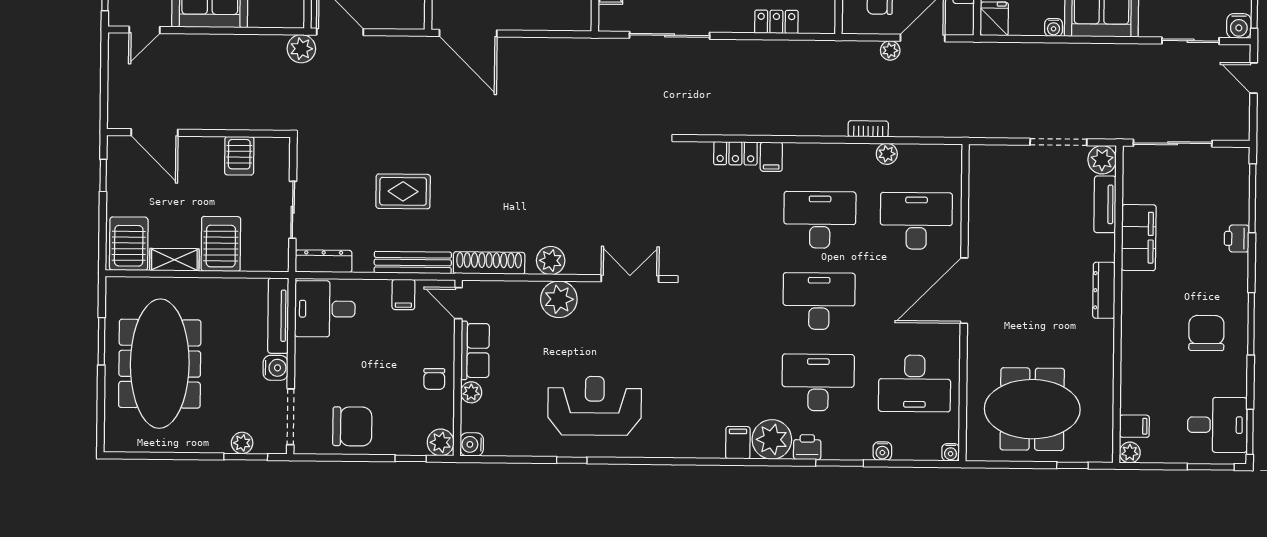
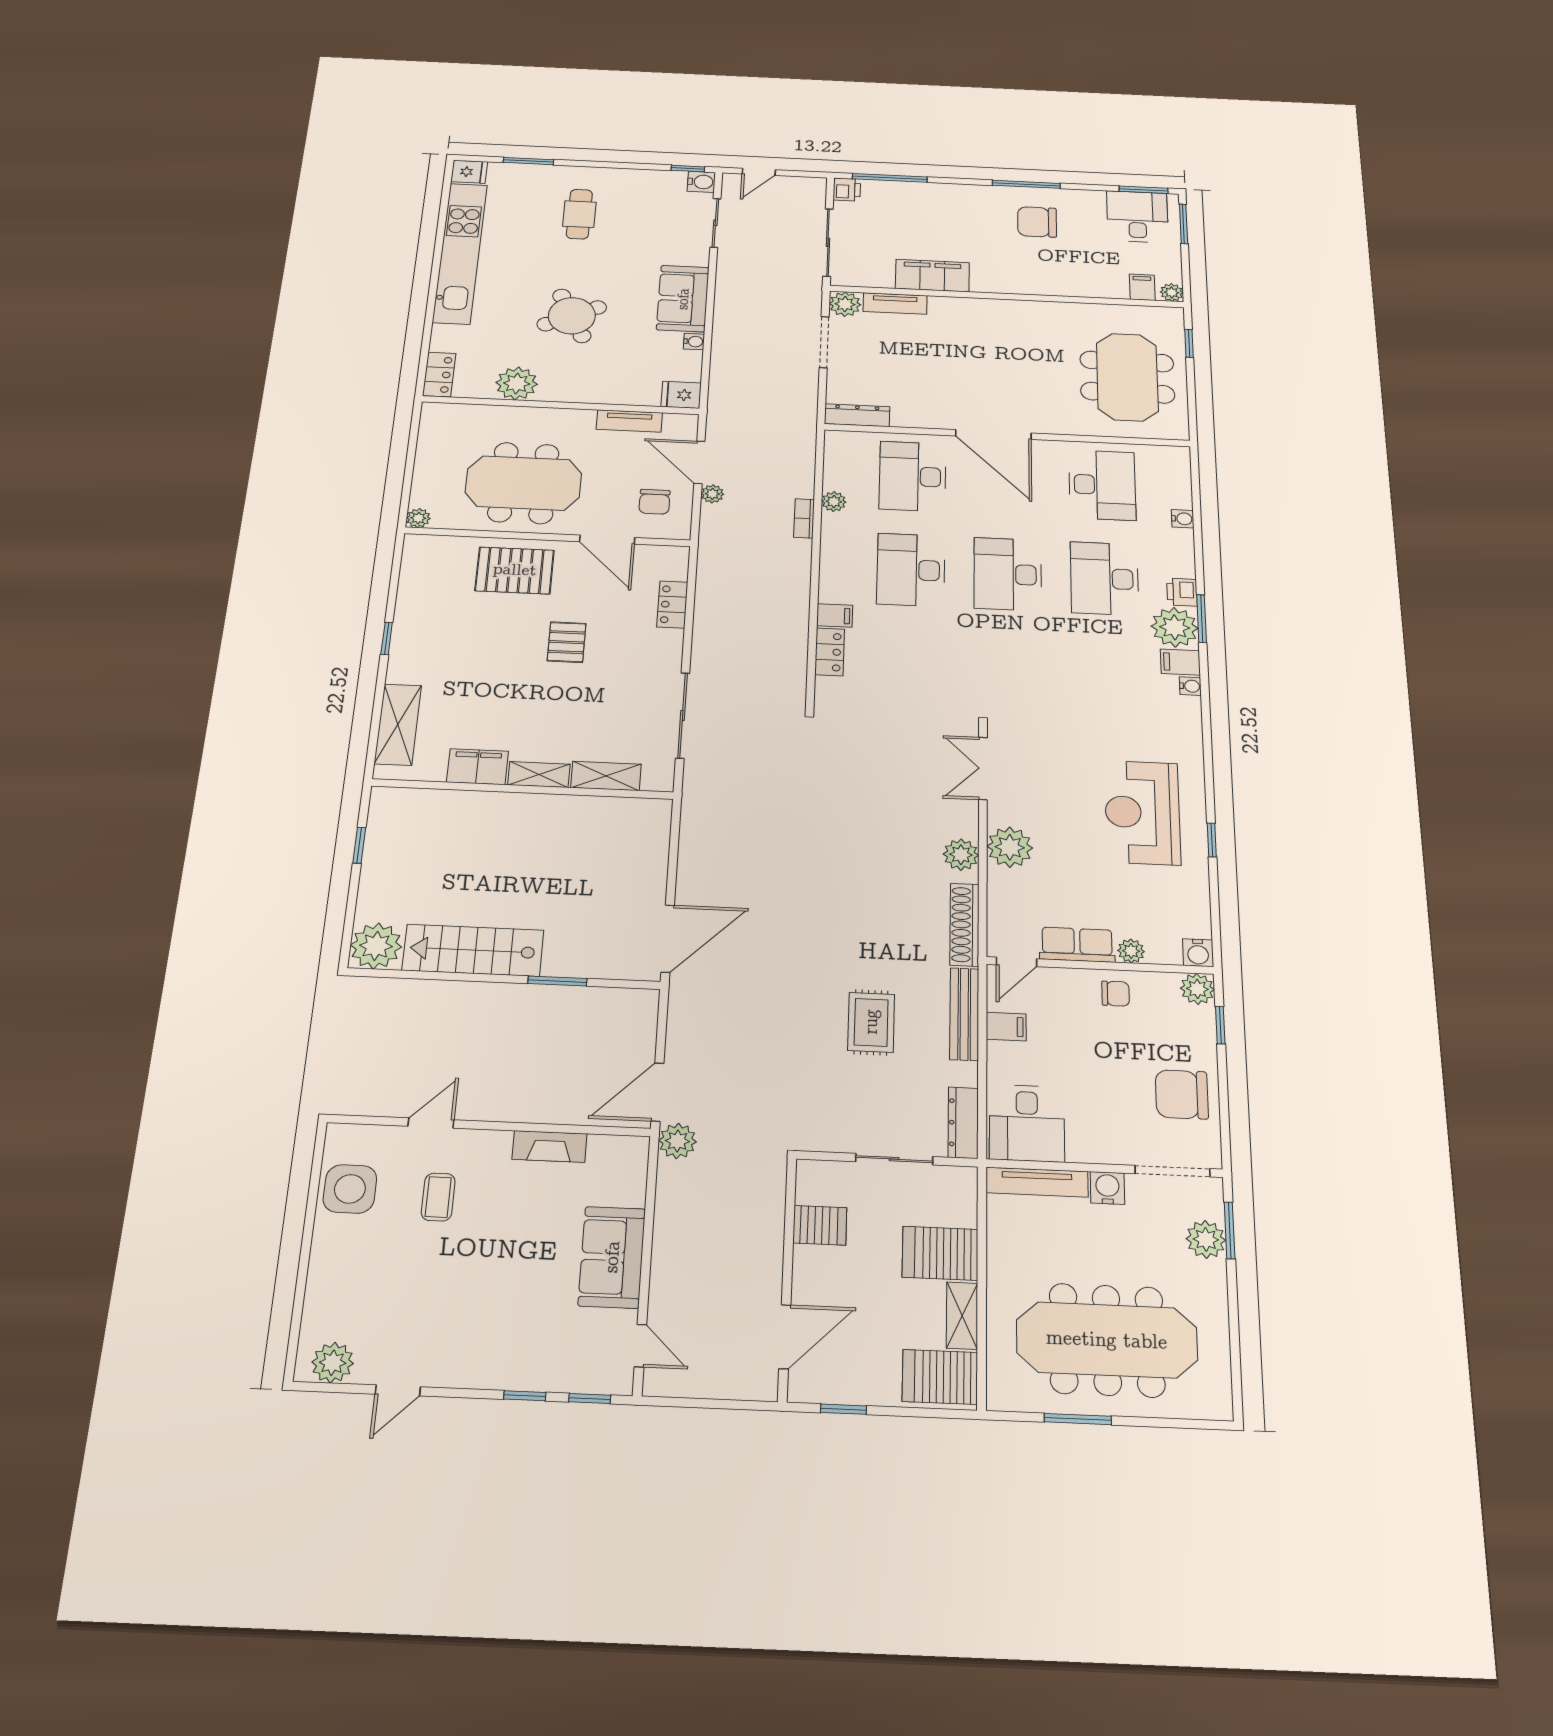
printer: (1237, 238) -> (847, 190), moved, turned -90
dresser: (1104, 290) -> (857, 415), moved, turned 180
chair: (352, 426) -> (1182, 1094), turned -90
plant: (242, 443) -> (1206, 1239), width x1.38, depth x1.38
water cooler: (951, 452) -> (1190, 686), moved
window: (840, 463) -> (1202, 619), moved

